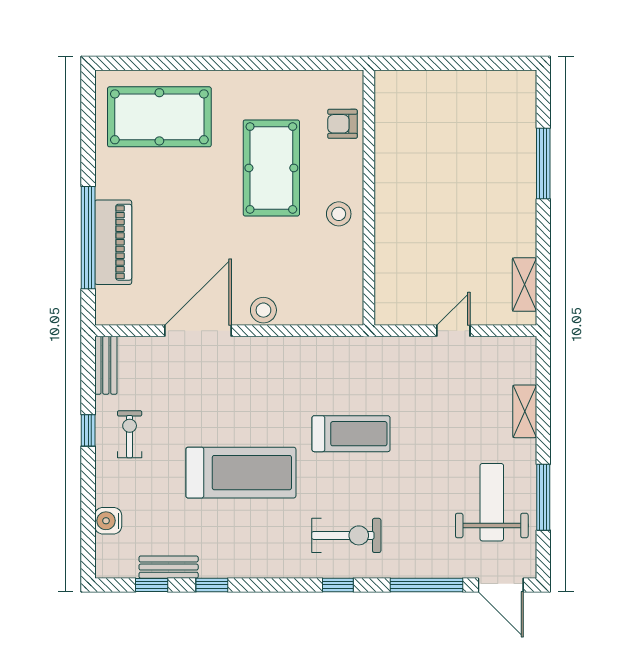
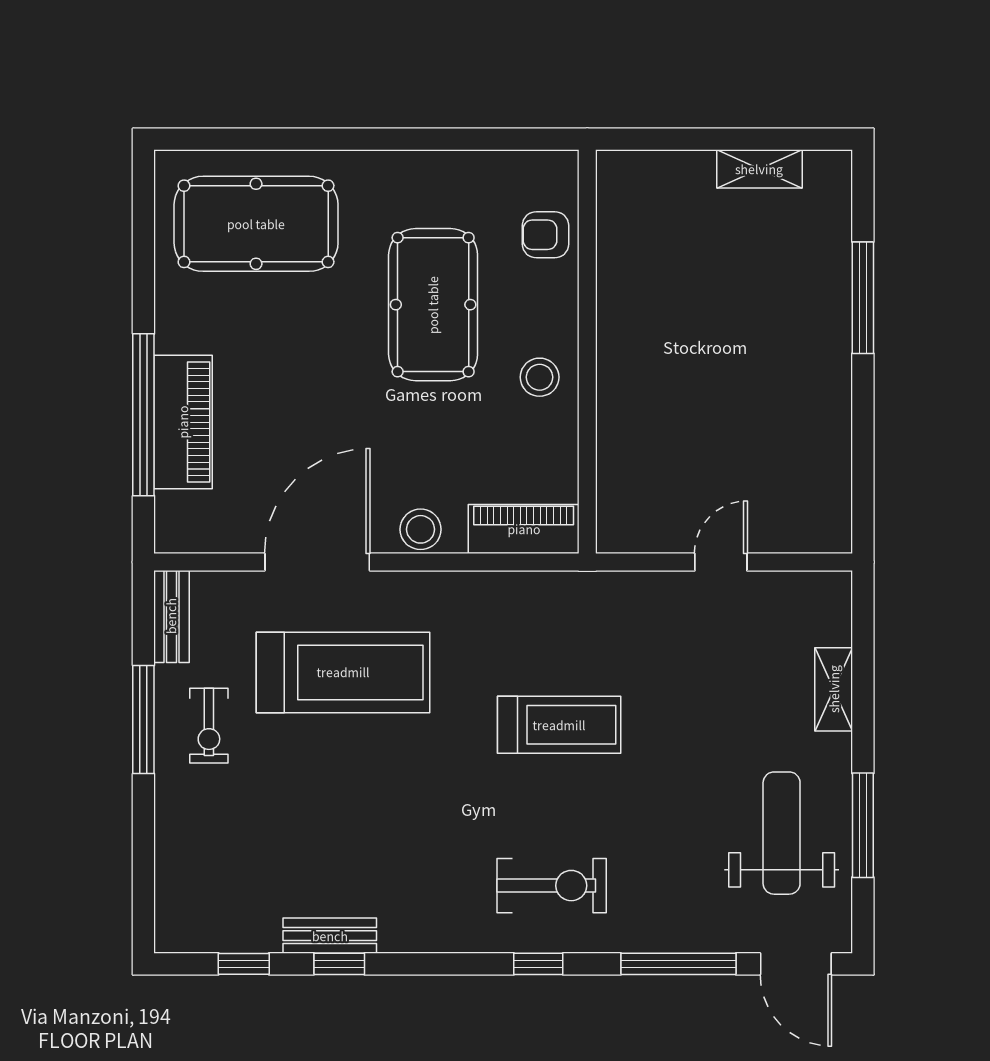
shelving: (524, 285) -> (759, 169), moved, turned 90
piano: (329, 310) -> (524, 529), added
window: (88, 430) -> (143, 720), width x2.17
exercise bike: (130, 434) -> (209, 726), turned 180
treadmill: (241, 473) -> (343, 672), moved
water cooler: (108, 521) -> (175, 862), removed
bench: (169, 567) -> (330, 936), moved

